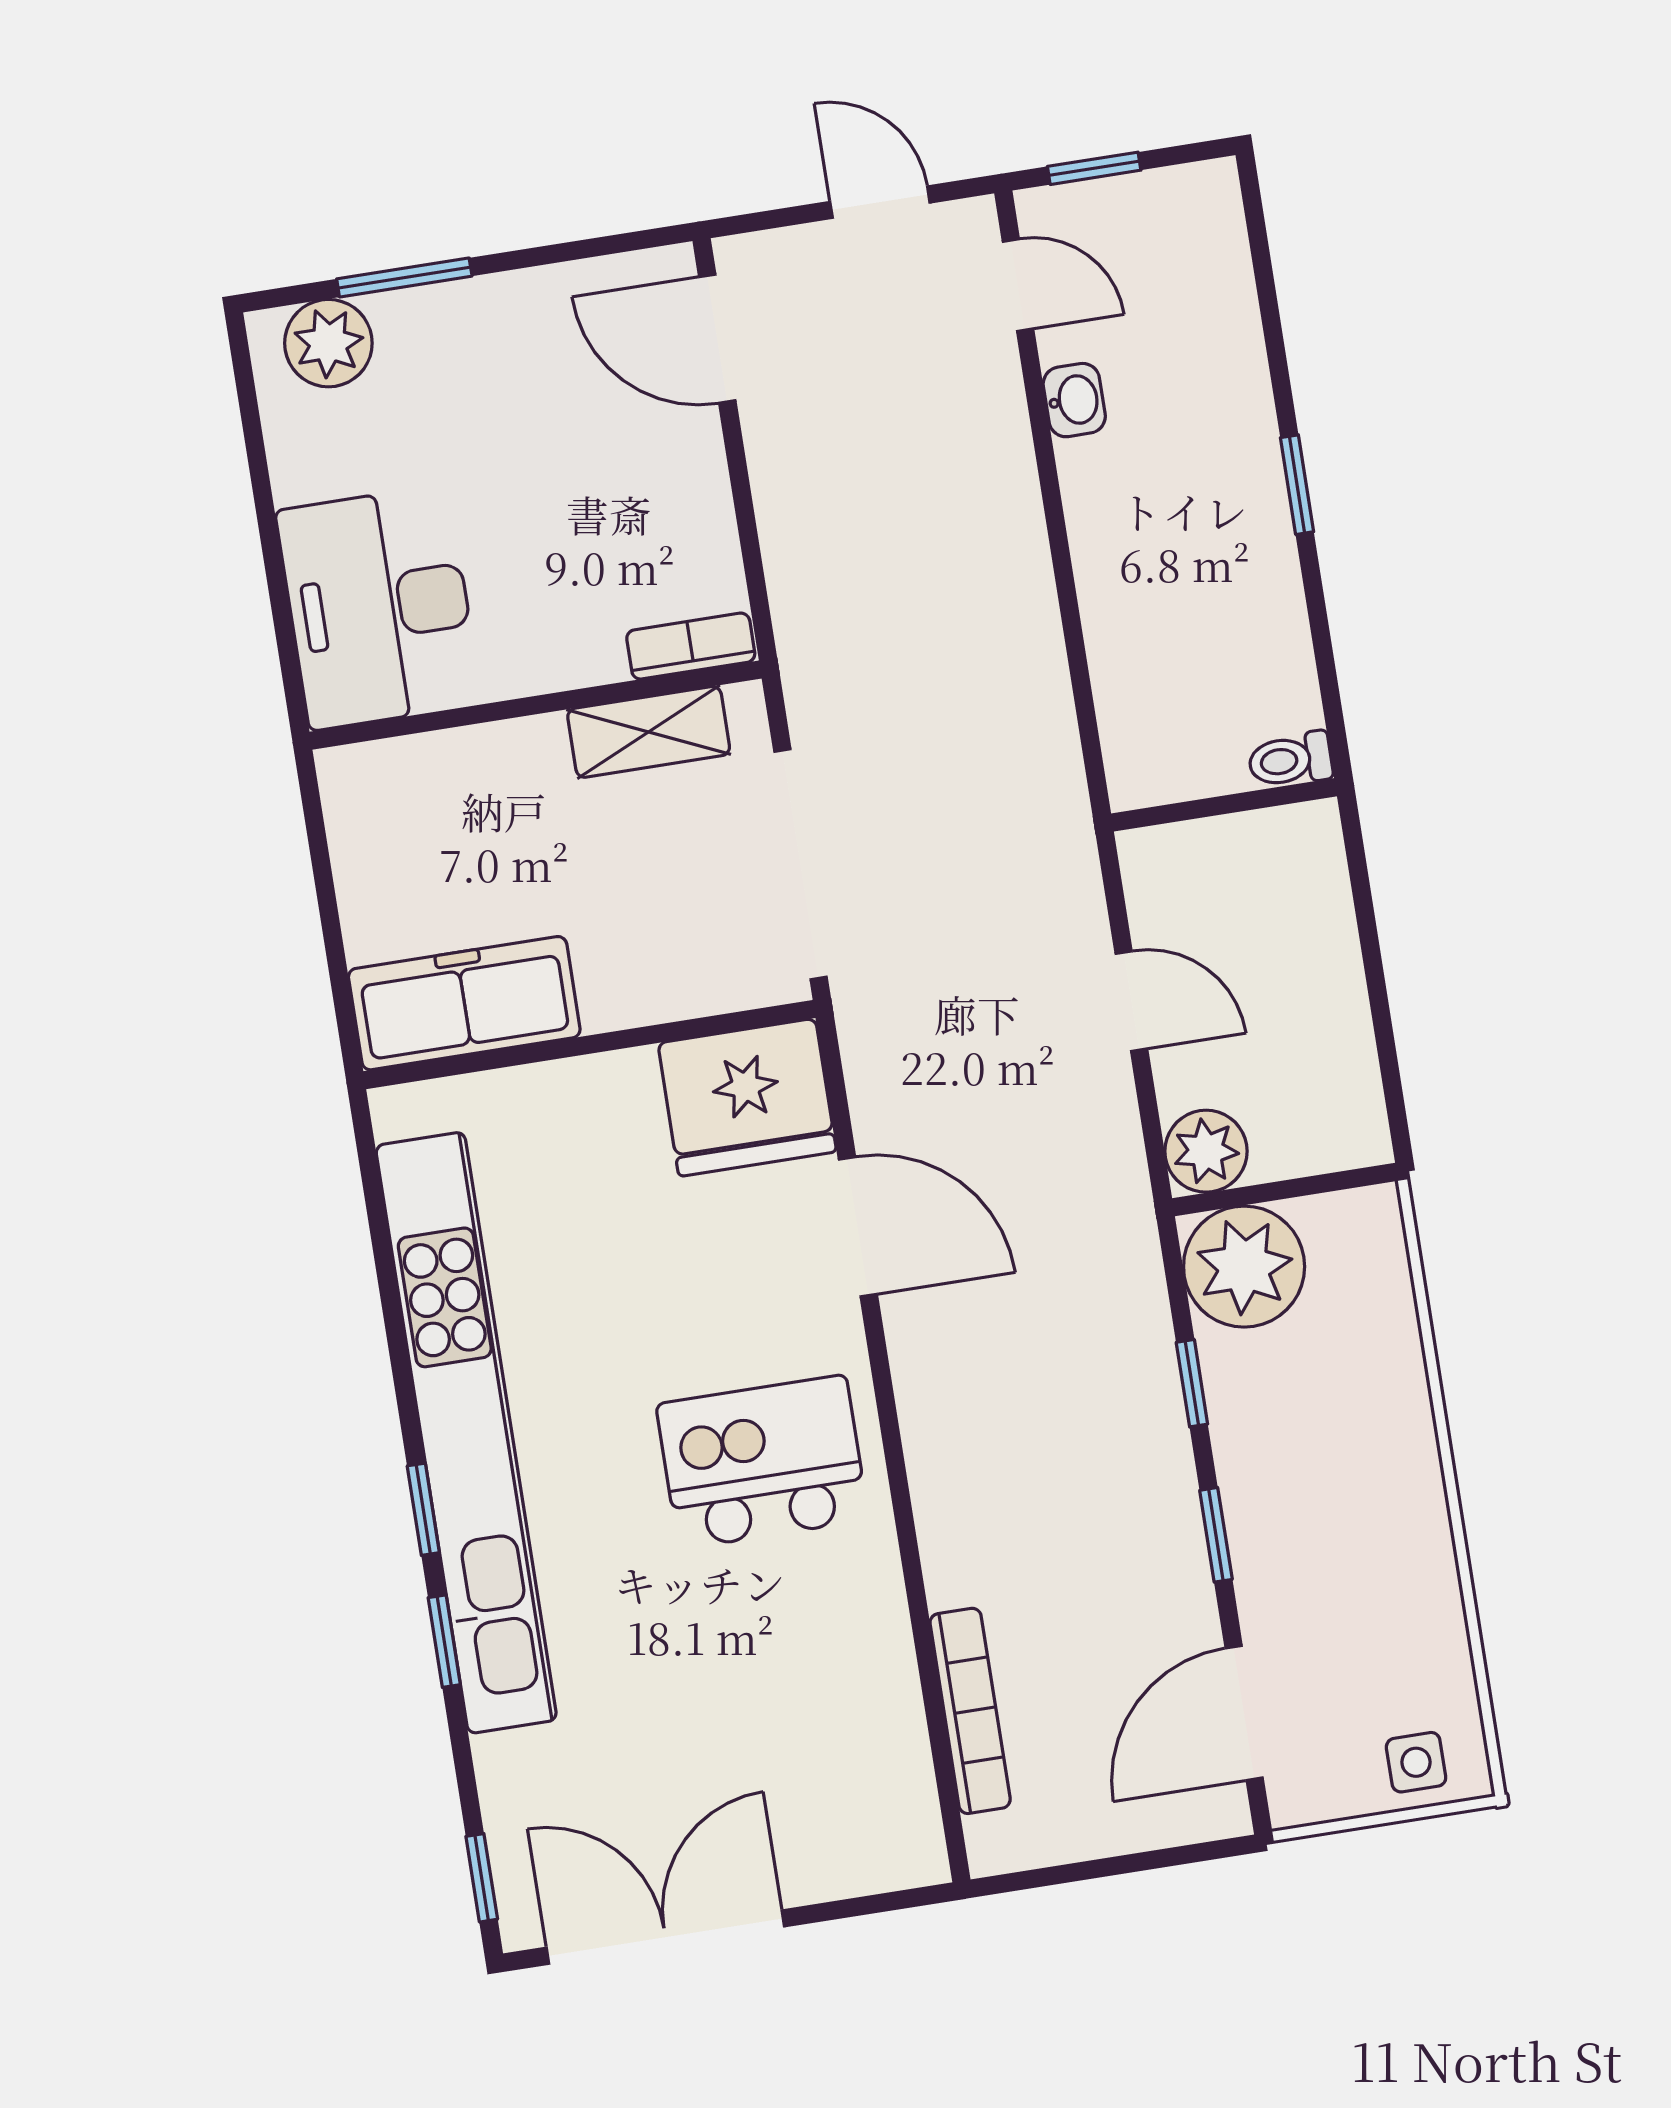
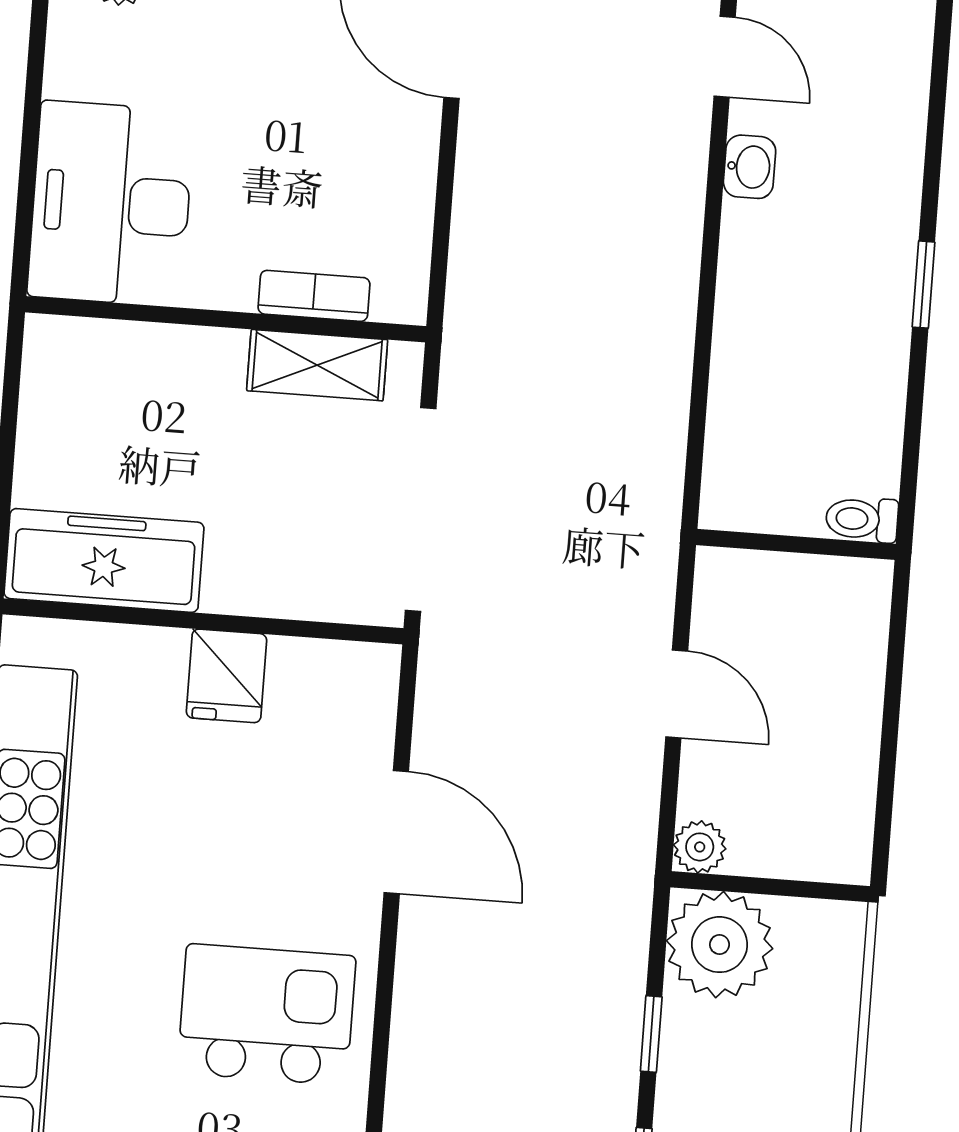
bookcase: (691, 646) -> (314, 296), moved
fridge: (747, 1097) -> (226, 676), moved, width x0.53, depth x0.75
plant: (1206, 1151) -> (700, 847), width x0.73, depth x0.73

